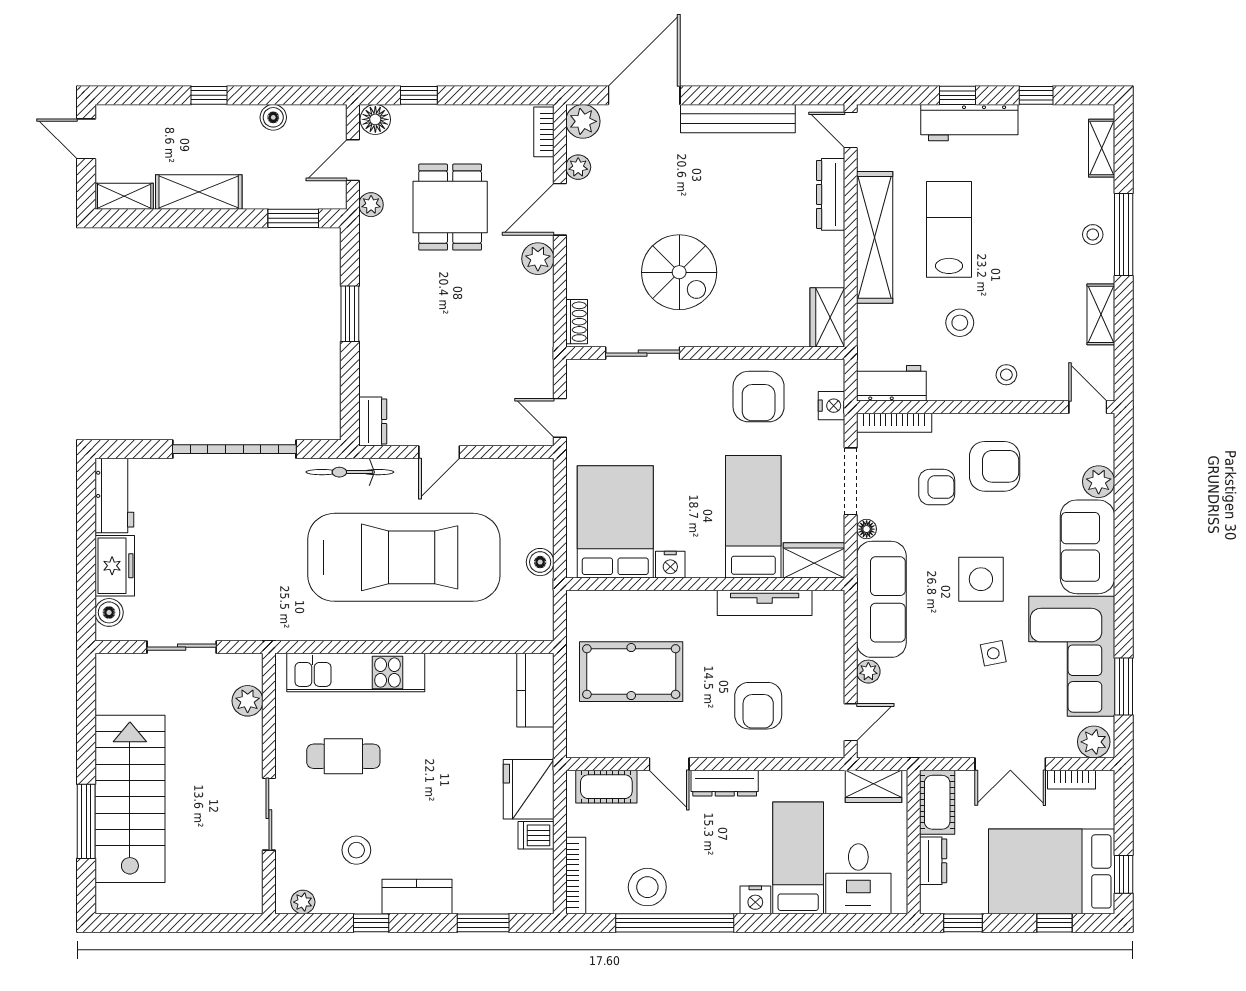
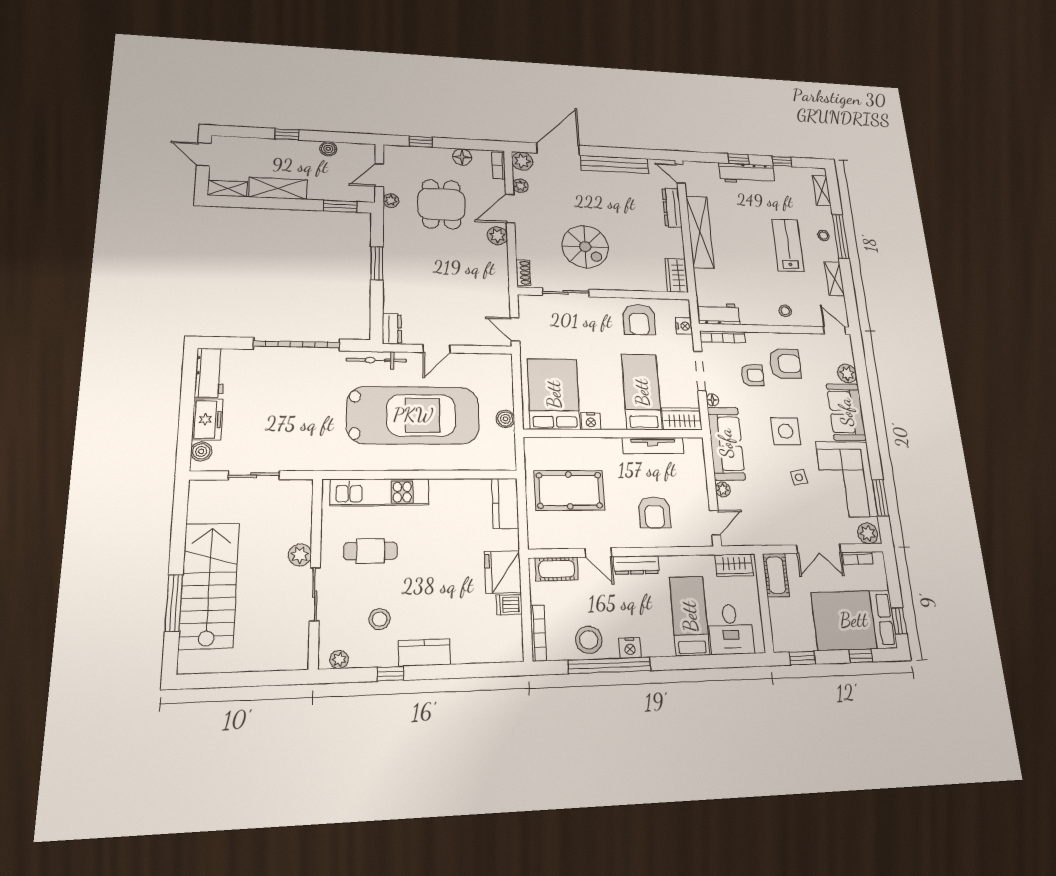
floor lamp: (375, 119) -> (462, 157), moved
lab bench: (949, 229) -> (788, 245), moved
stool: (960, 323) -> (755, 281), removed
plant: (248, 701) -> (300, 555), moved
dresser: (933, 861) -> (778, 615), removed
nightstand: (755, 900) -> (630, 648), moved
window: (483, 923) -> (473, 671), removed

